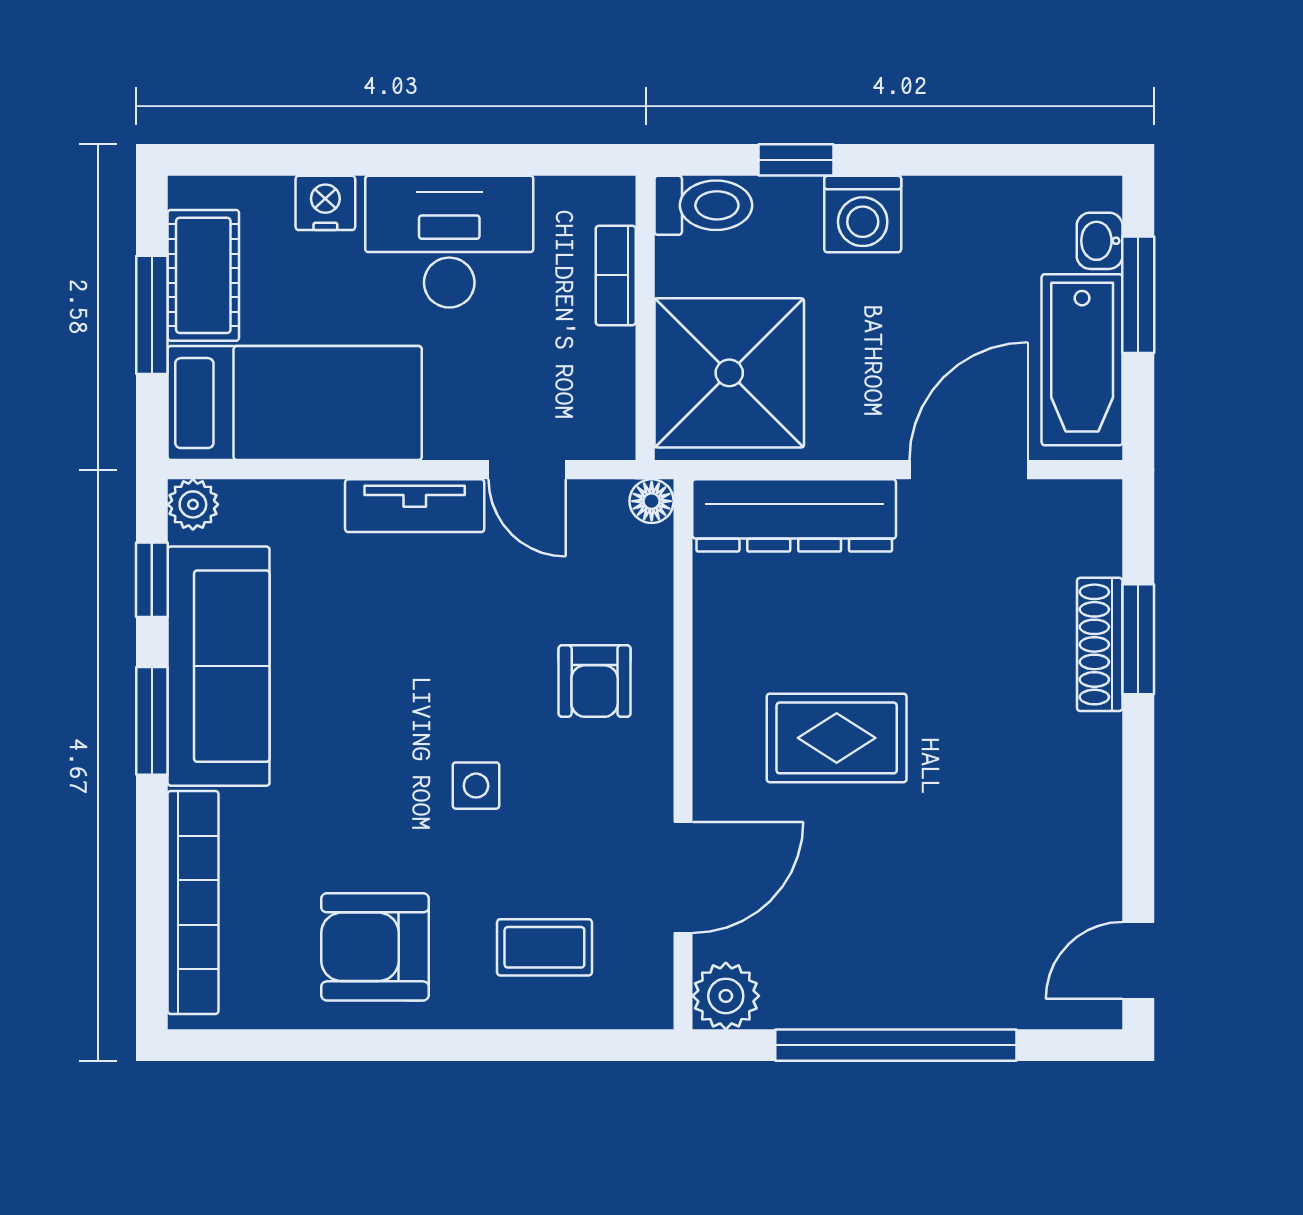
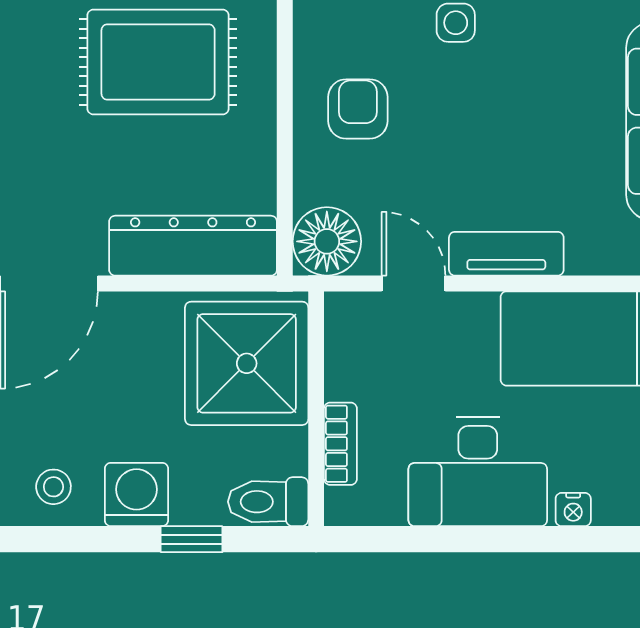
nightstand: (325, 203) -> (573, 509), width x0.72, depth x0.74
stool: (963, 223) -> (53, 487), added
floor lamp: (652, 501) -> (327, 241), width x1.89, depth x1.89
rug: (837, 738) -> (158, 62), width x1.36, depth x1.43

